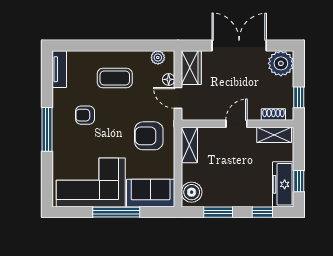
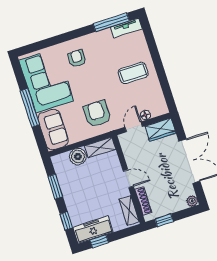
plant: (158, 57) -> (160, 101), removed
plant: (281, 63) -> (192, 201), width x0.53, depth x0.53
coffee table: (115, 78) -> (133, 73), turned 90
shoe rack: (273, 114) -> (143, 201), width x1.43
armchair: (85, 115) -> (77, 58), moved
window: (47, 129) -> (111, 22), moved
boiler: (192, 192) -> (78, 157), moved

